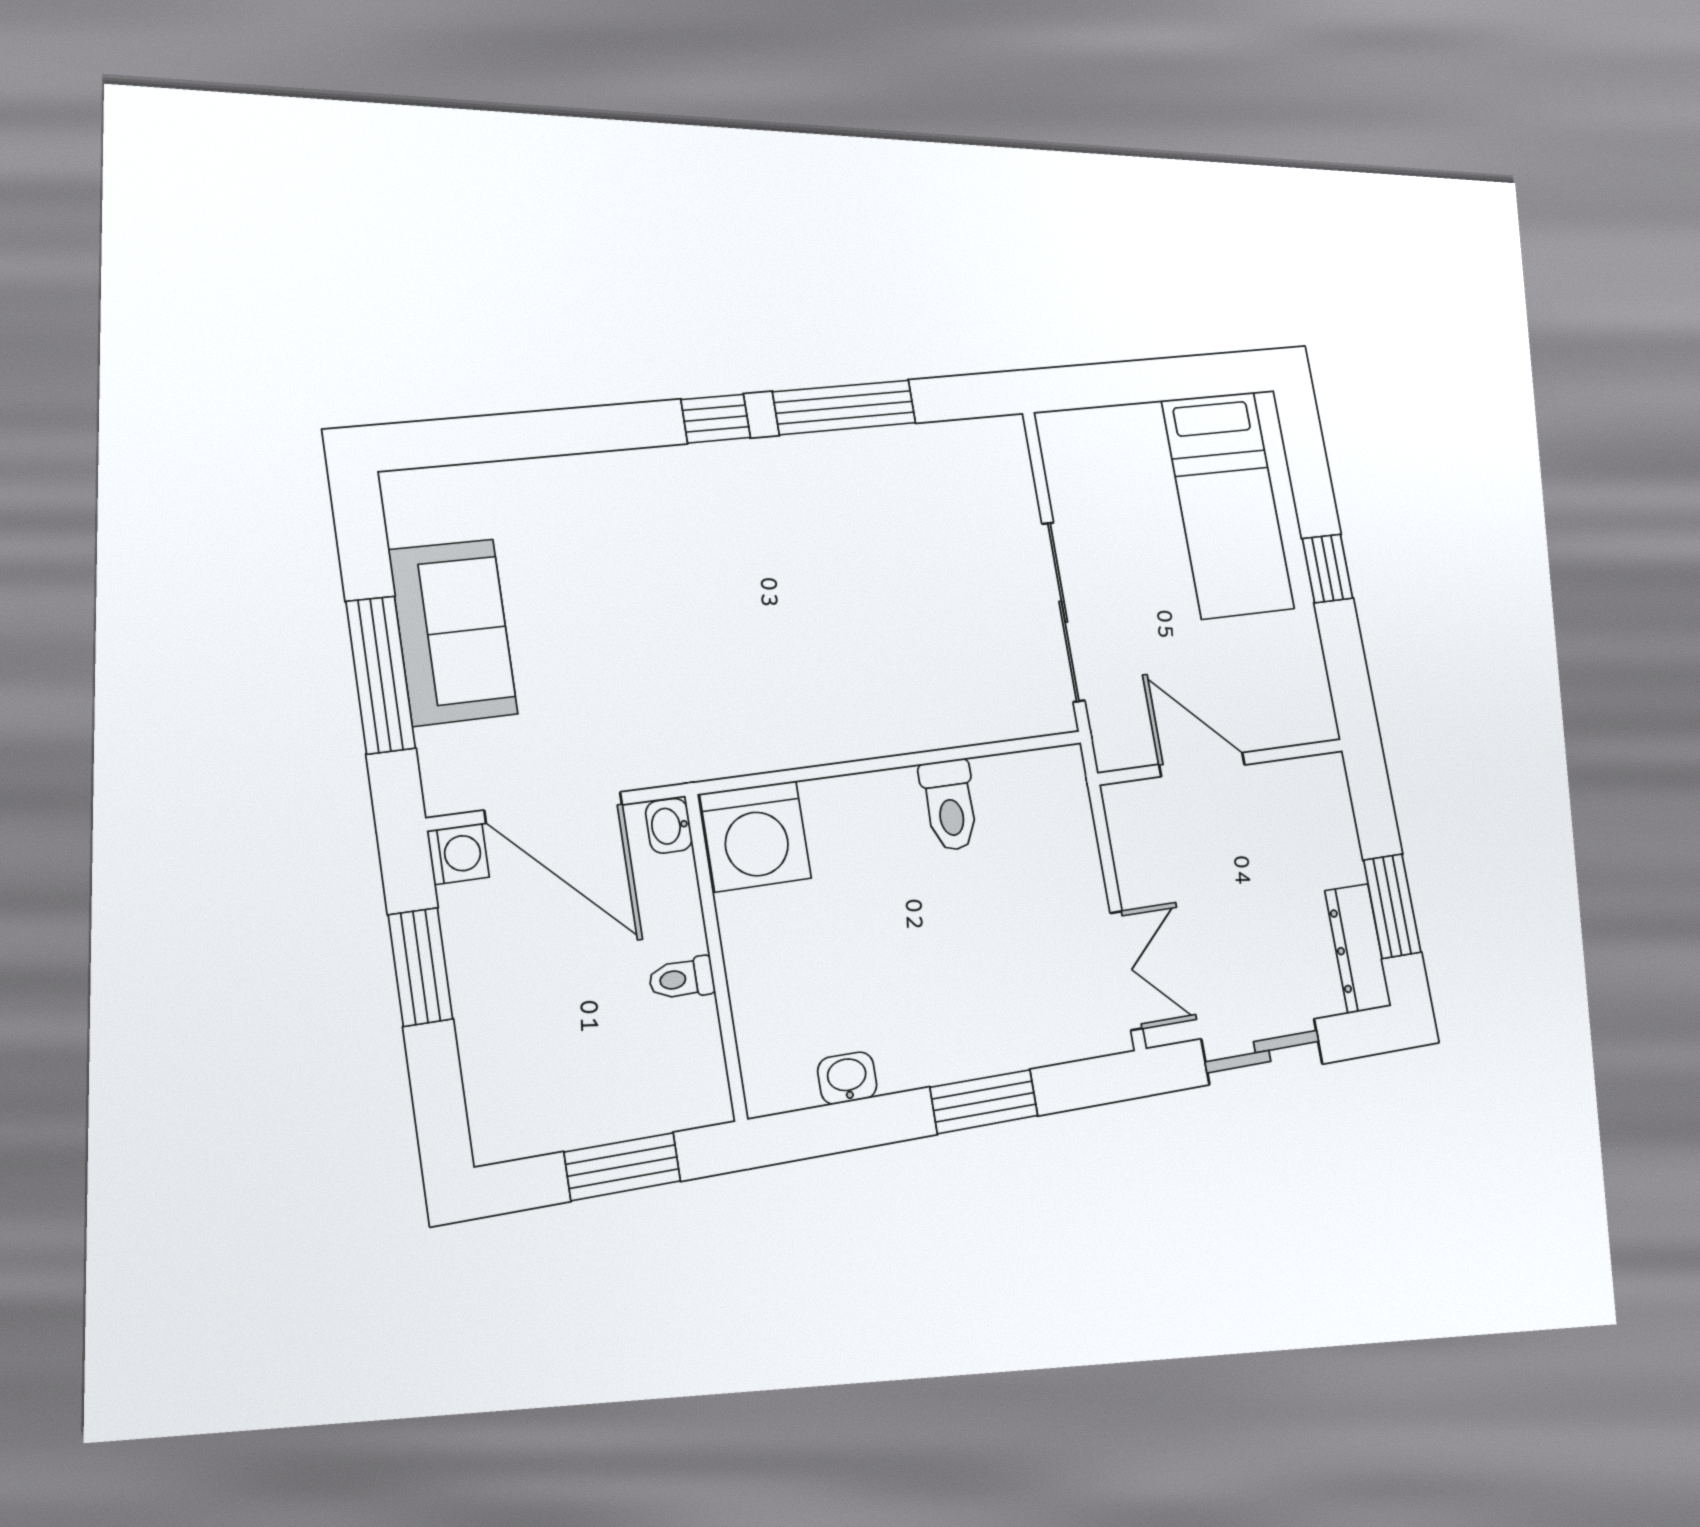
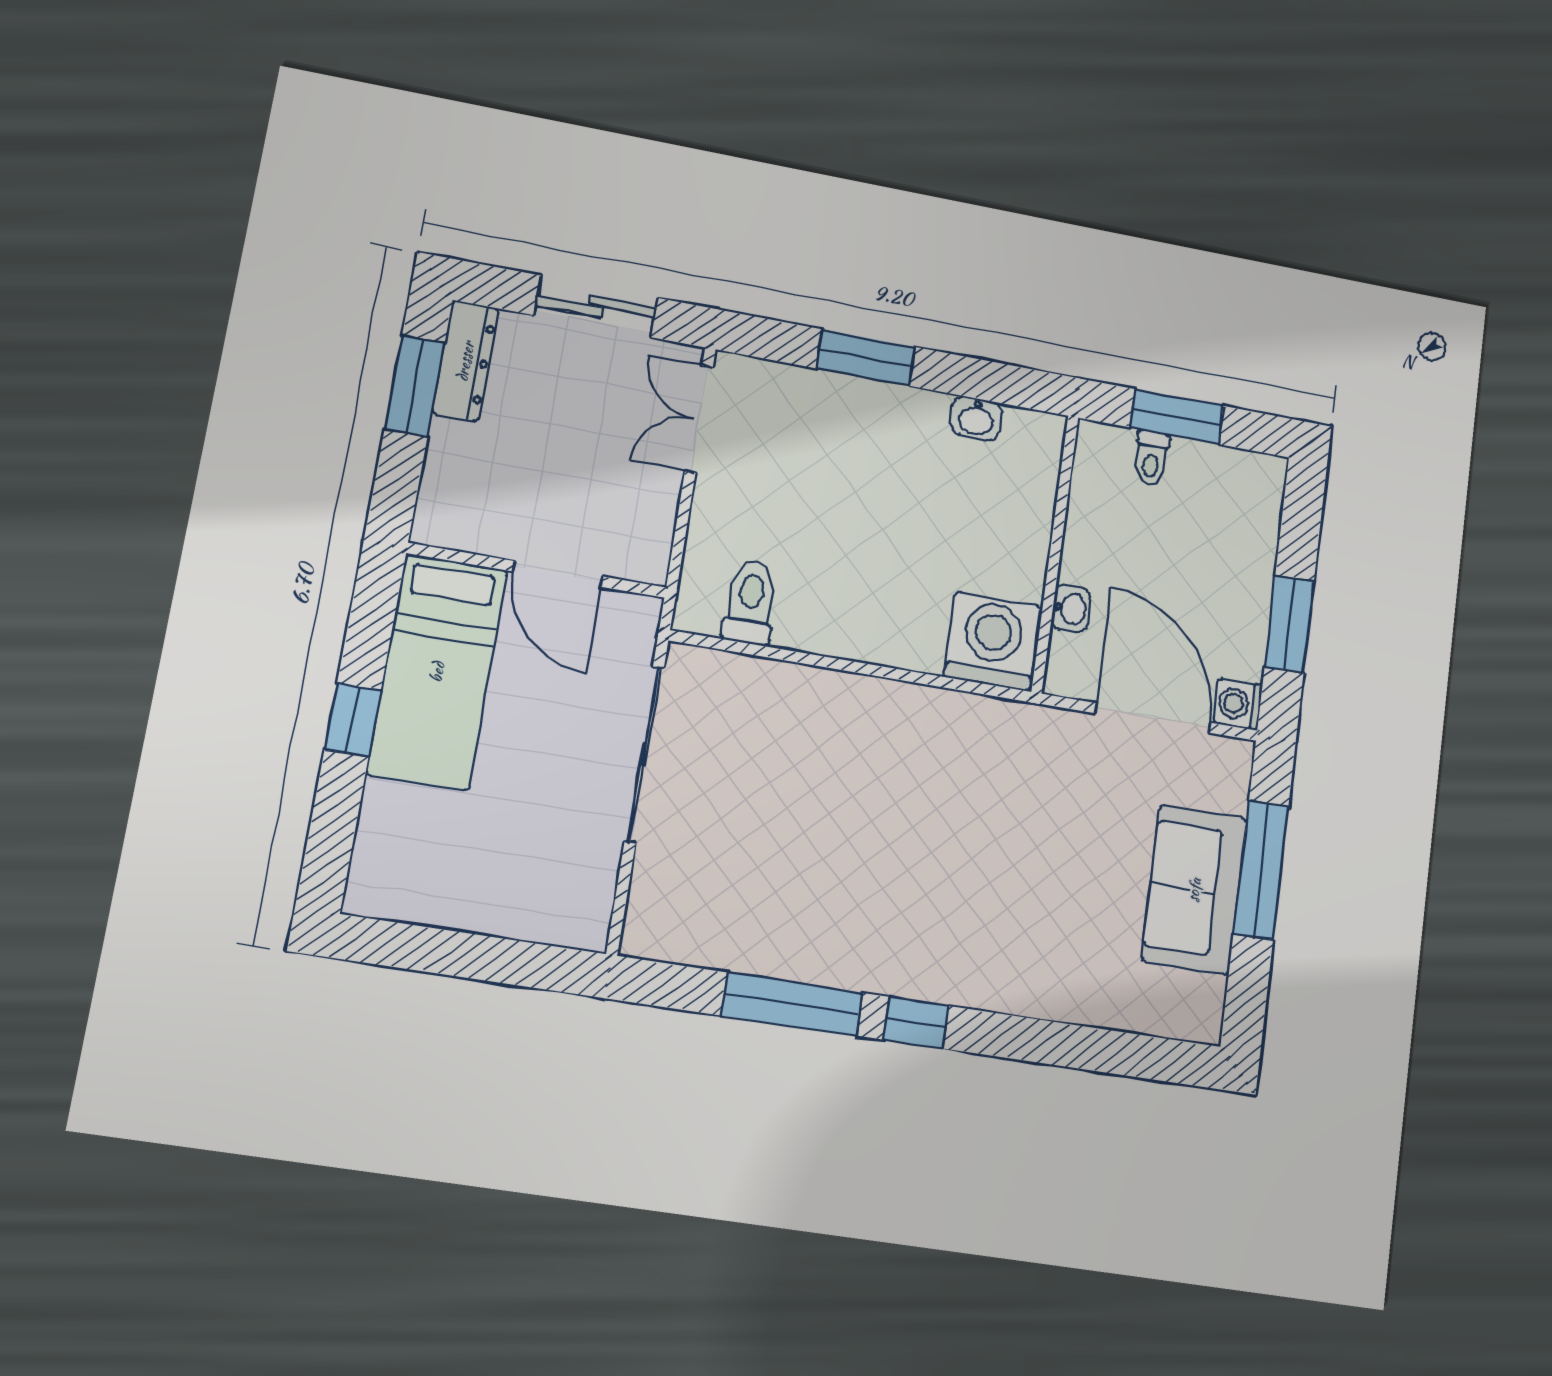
bed: (1228, 504) -> (437, 672), moved, turned 180
toilet: (950, 805) -> (750, 602), moved
washbasin: (669, 826) -> (1071, 609), moved
toilet: (682, 979) -> (1151, 458), moved, turned 90

